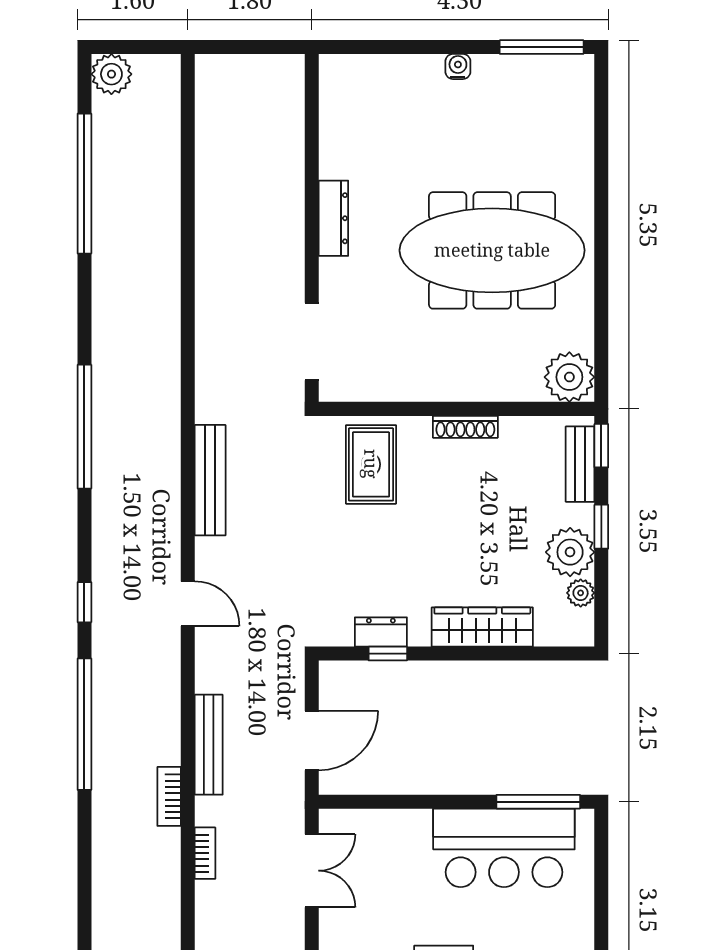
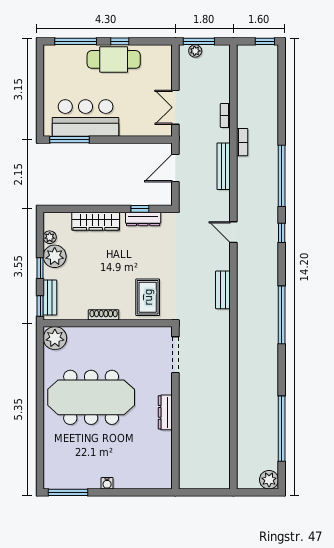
bench: (210, 480) -> (223, 290), width x0.73
dresser: (381, 632) -> (143, 219), width x1.44

